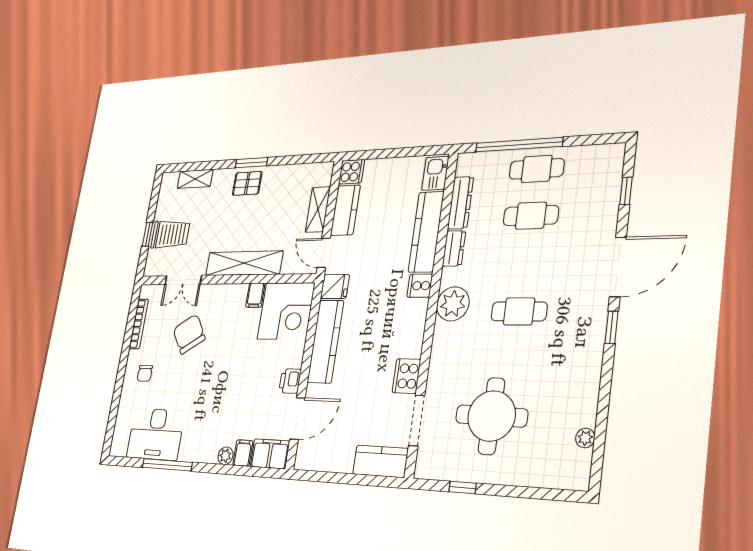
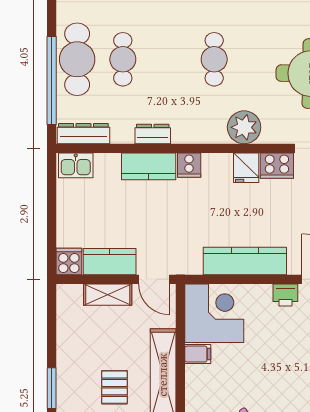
cafe table: (537, 169) -> (77, 59), width x1.37, depth x1.35
pallet: (247, 183) -> (114, 387), moved
dresser: (461, 203) -> (83, 134), moved
kitchen counter: (426, 232) -> (149, 166), width x0.67
door: (324, 253) -> (154, 279), hinge flipped
fridge: (335, 286) -> (246, 168), moved, turned 180
plant: (453, 304) -> (244, 127), moved

